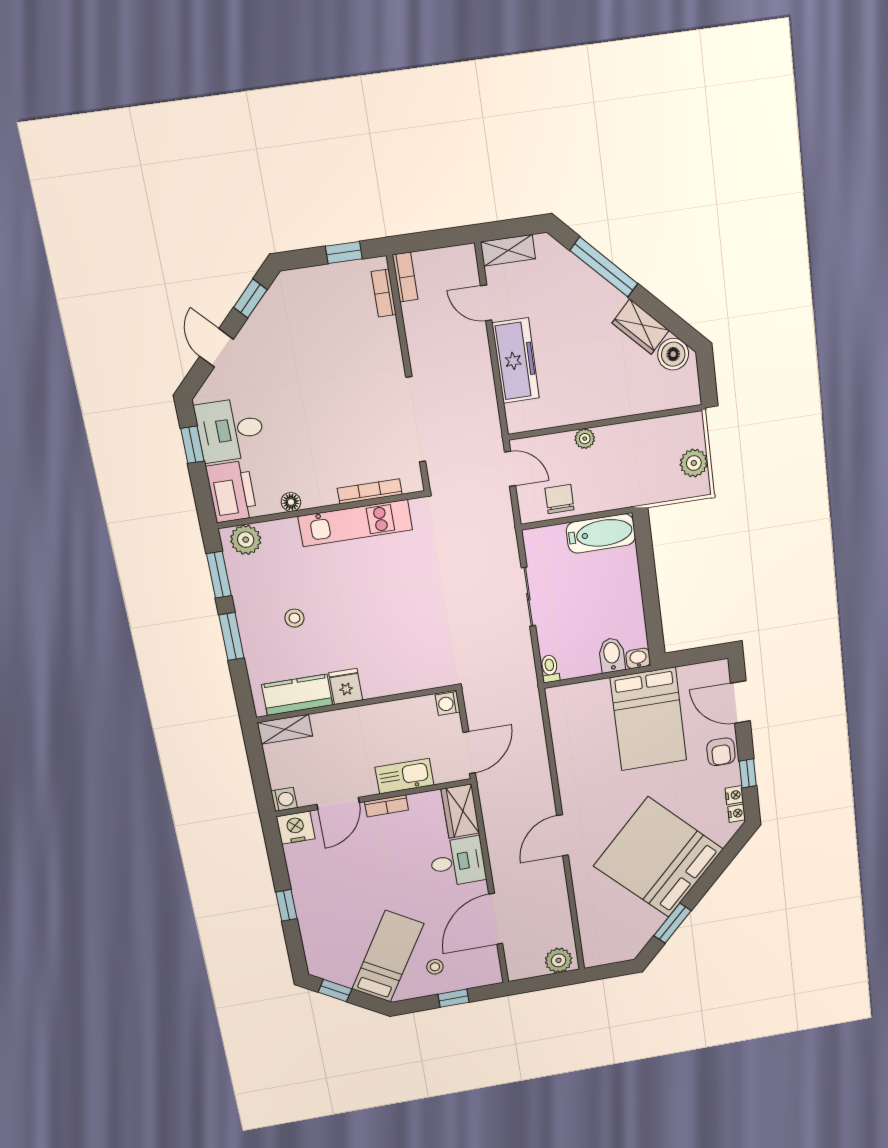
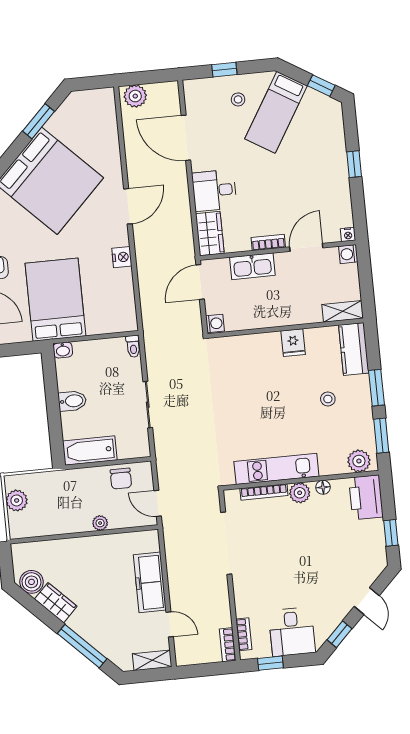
desk: (230, 430) -> (292, 632), moved, turned 90
plant: (322, 493) -> (300, 493), added
bidet: (612, 655) -> (72, 401), moved, turned -90
kitchen counter: (297, 695) -> (354, 349), moved, turned 90
nightstand: (568, 775) -> (122, 257), added
nightstand: (296, 828) -> (348, 234), width x0.53, depth x0.56
door: (496, 919) -> (186, 138), swing flipped

